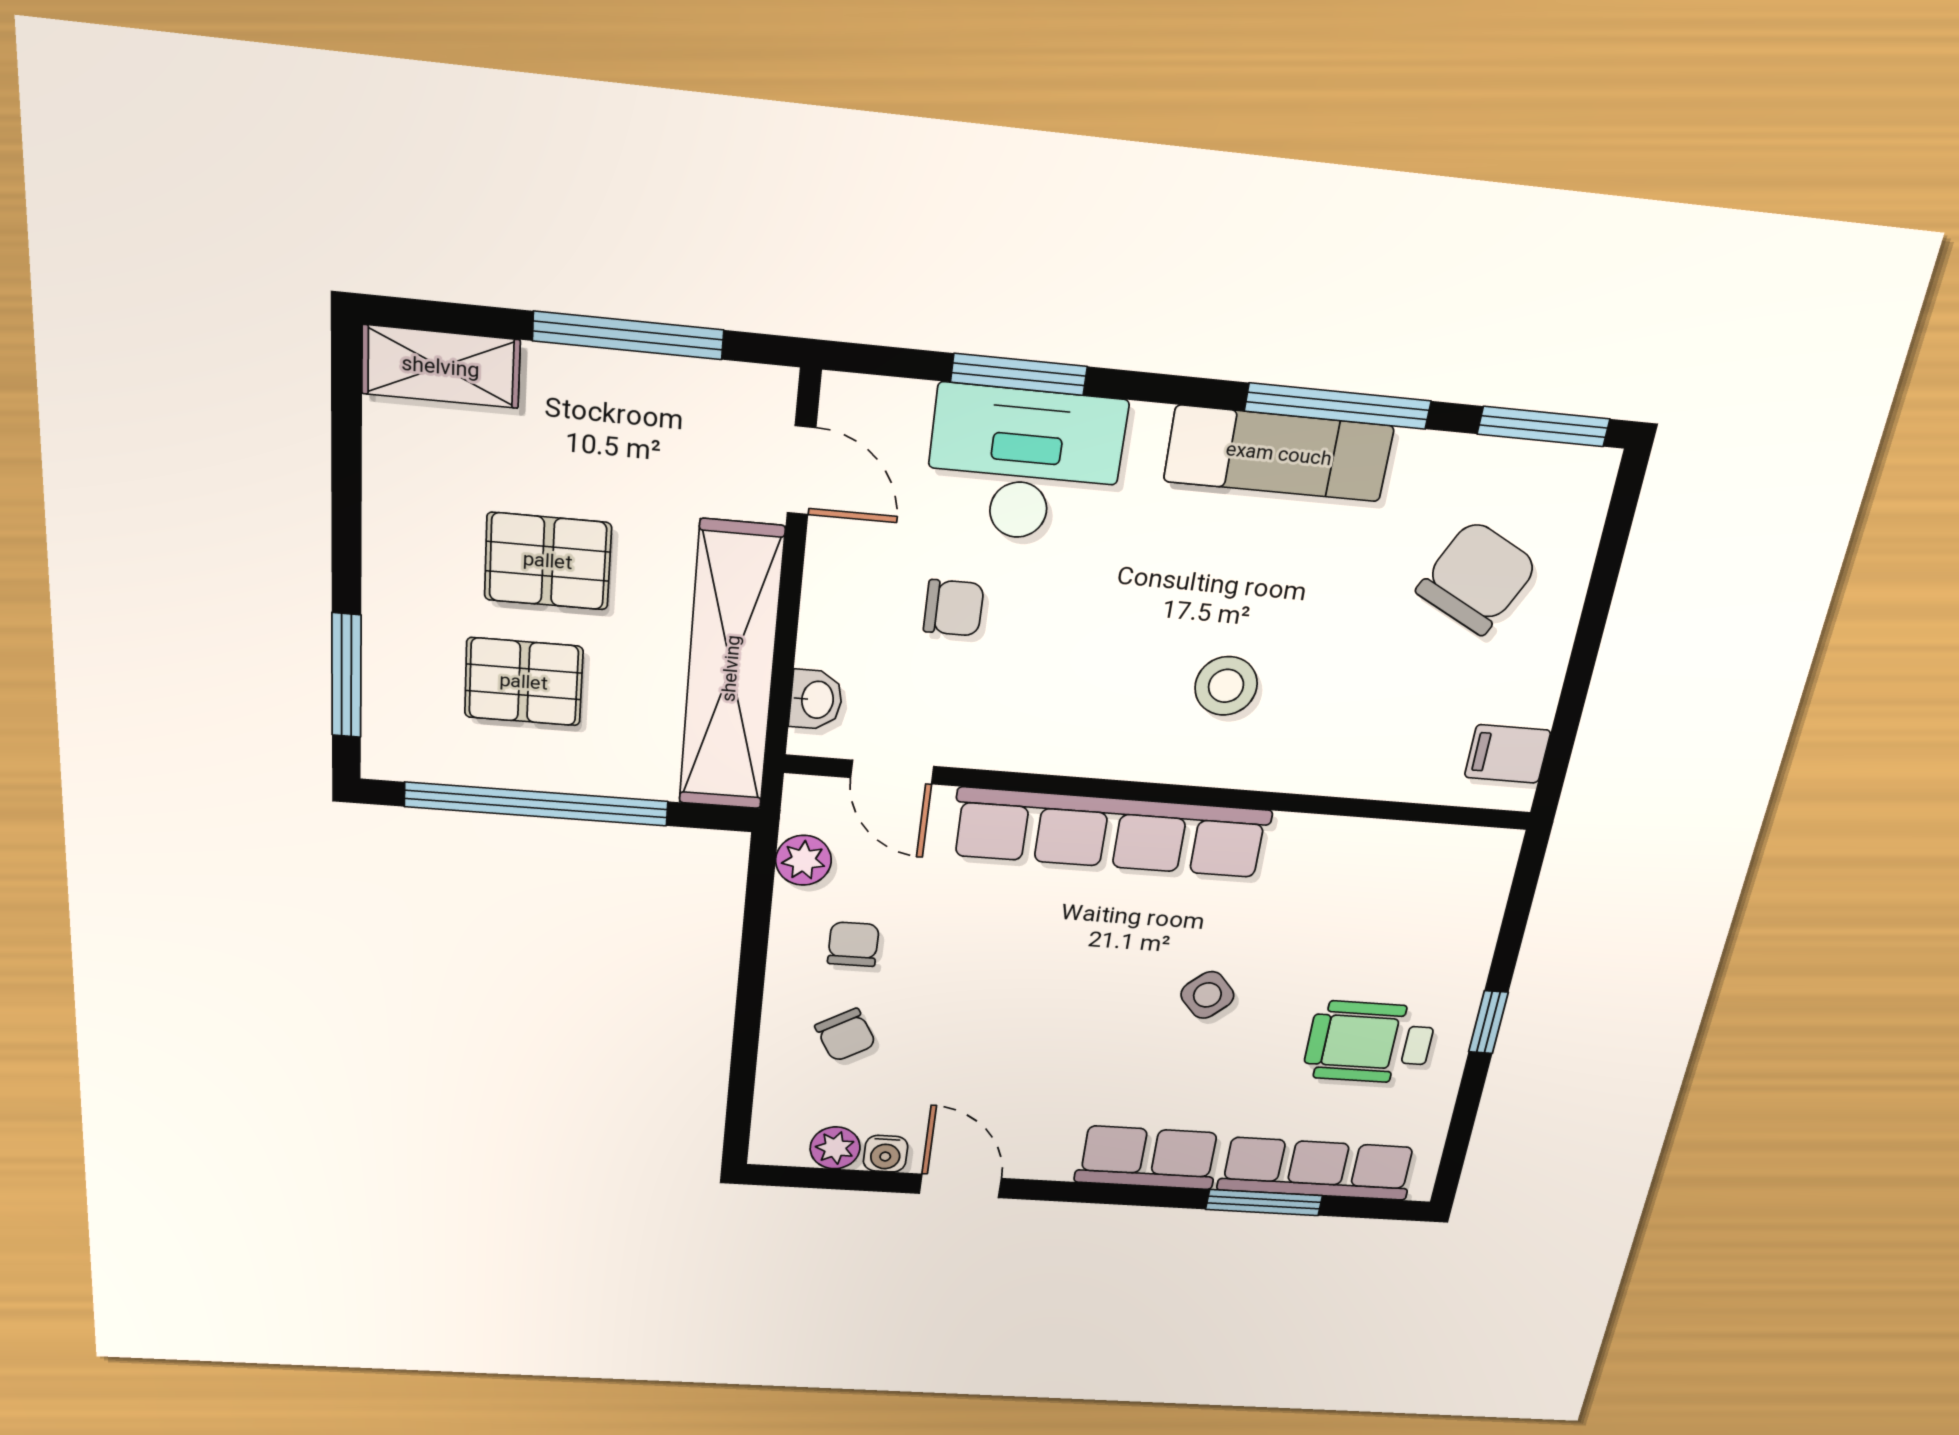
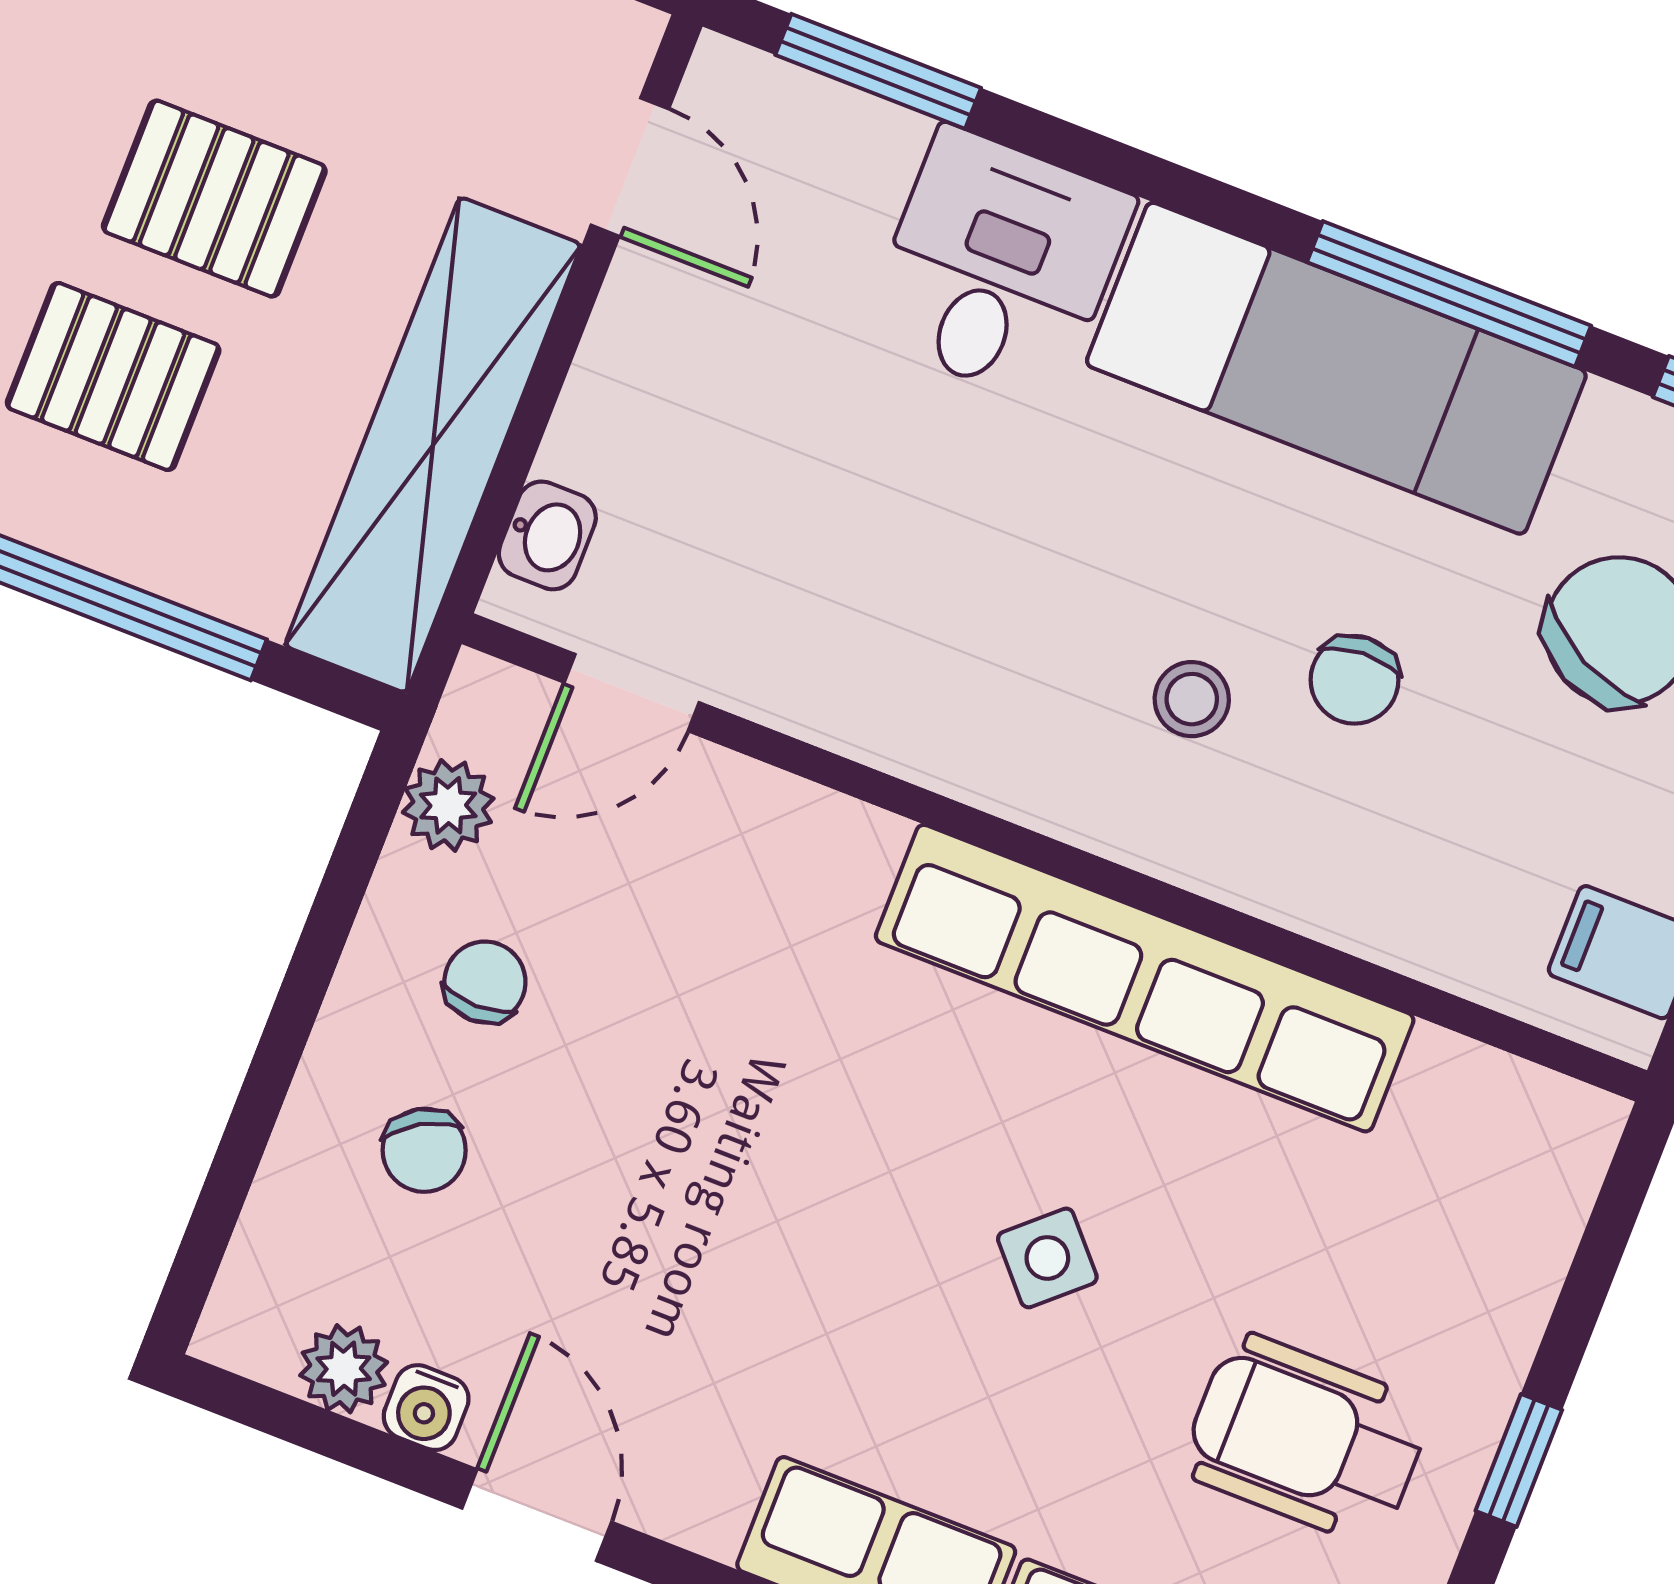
window: (1019, 374) -> (878, 71), moved
exam couch: (1279, 454) -> (1336, 368), width x1.36, depth x1.45
desk: (1024, 465) -> (999, 266), width x0.73
chair: (954, 608) -> (1355, 680), moved, turned 87
stool: (1226, 686) -> (1192, 699), width x0.73, depth x0.73
door: (892, 772) -> (632, 693), hinge flipped
row of seats: (1111, 833) -> (1145, 978), moved

